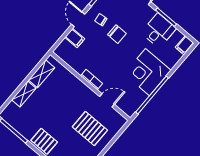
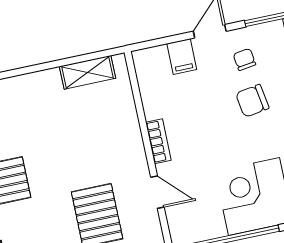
chair: (117, 34) -> (252, 101), turned 81
shelving: (24, 94) -> (36, 83), removed

